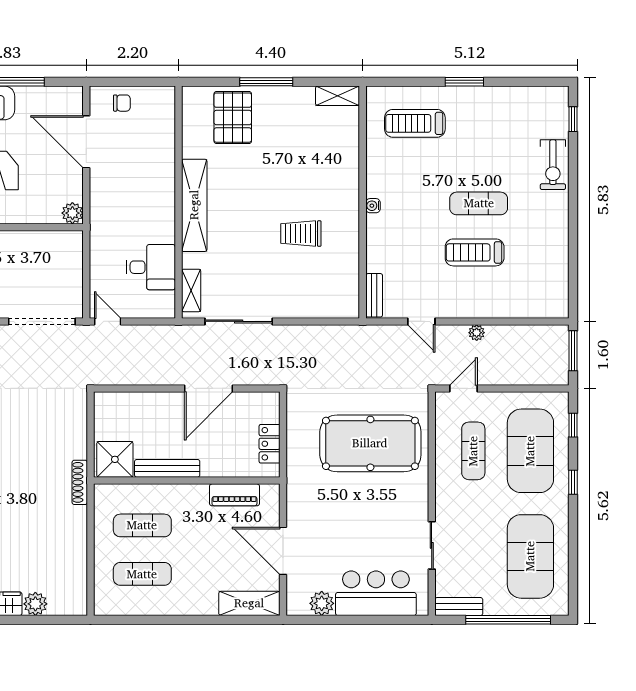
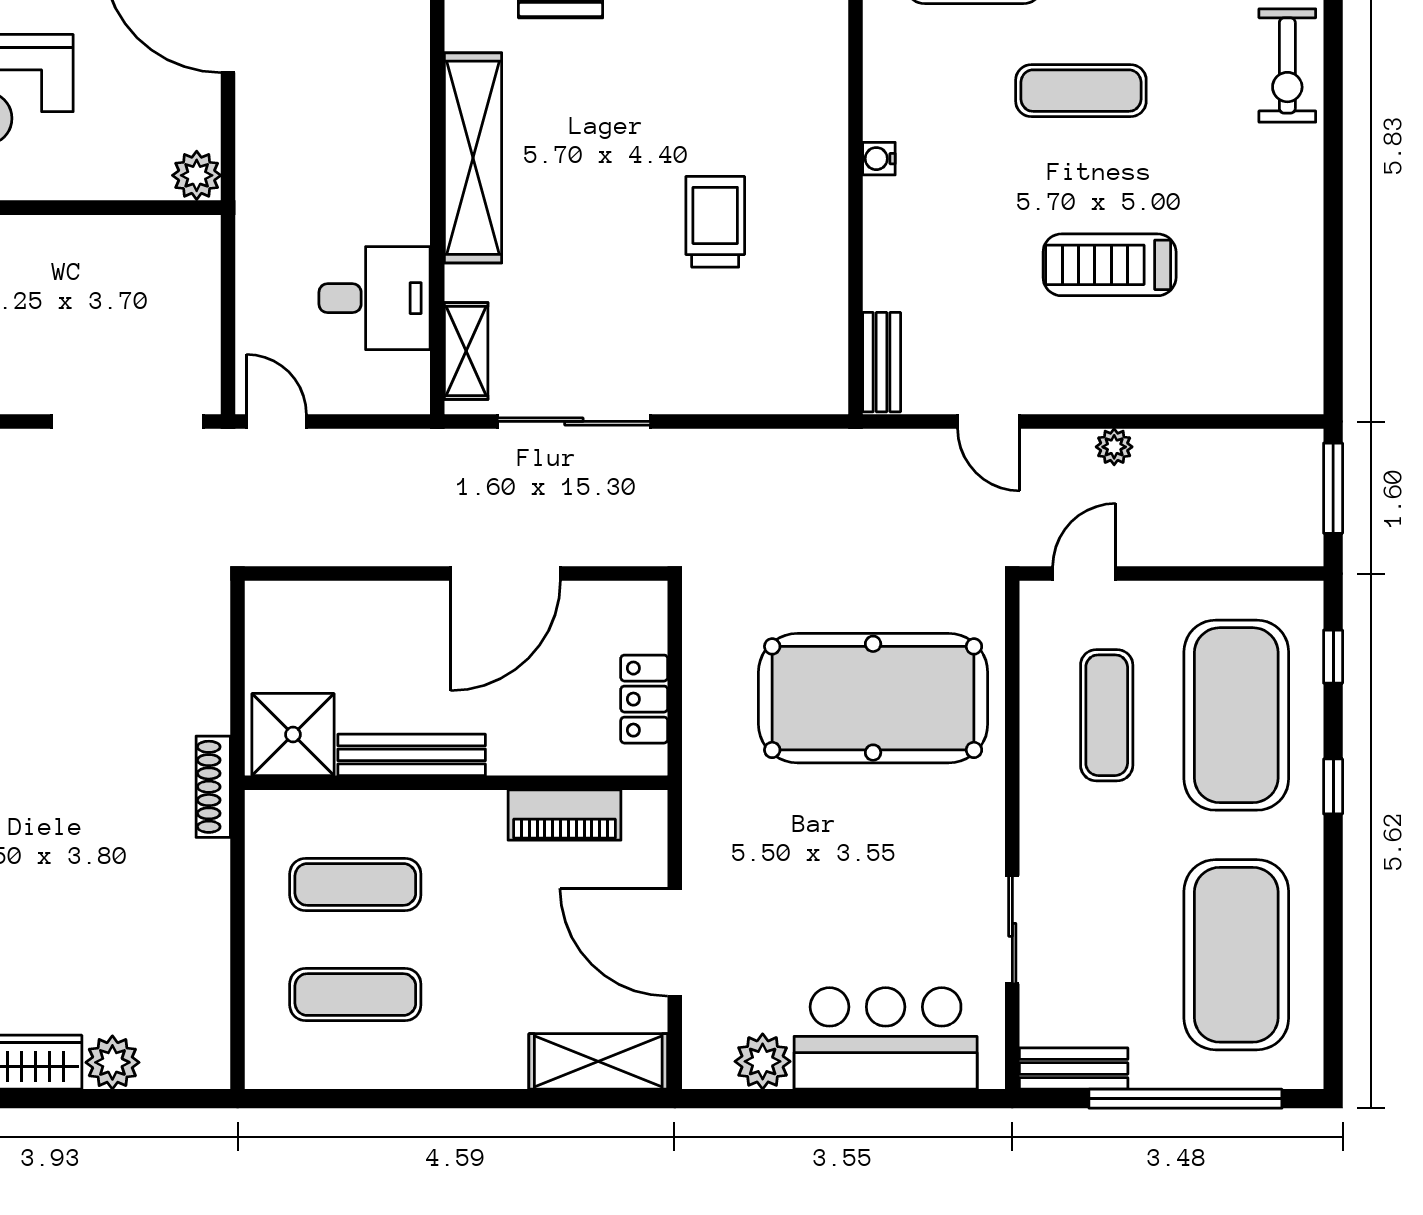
exercise mat: (479, 203) -> (1081, 91), moved
trolley: (301, 234) -> (715, 222), turned 90

